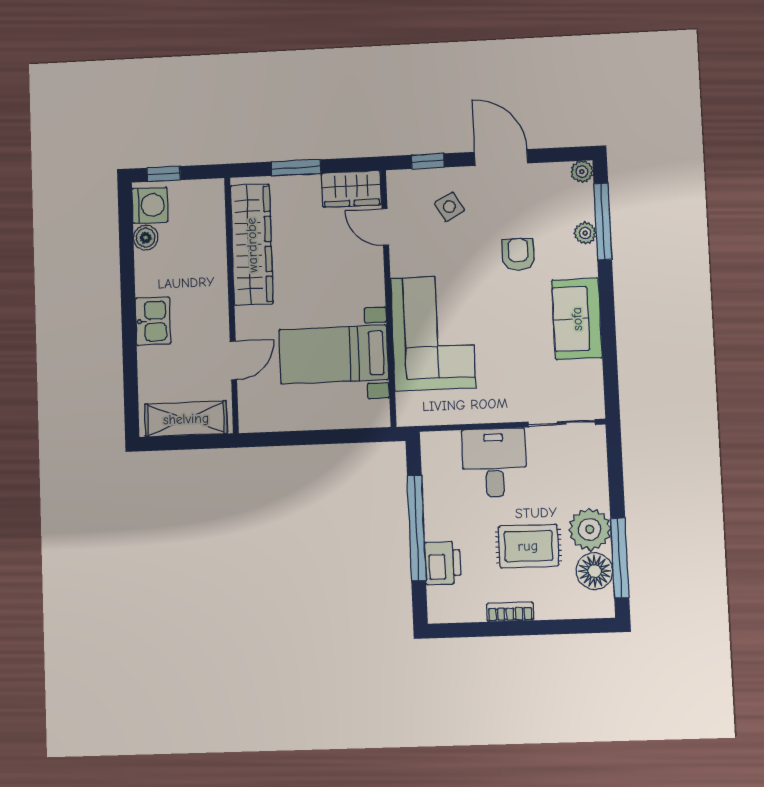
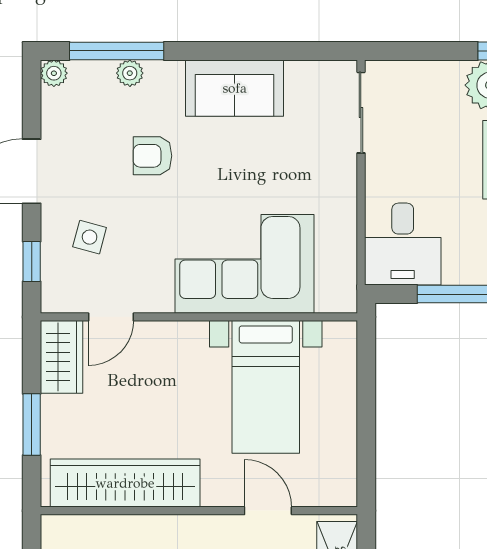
side table: (449, 207) -> (90, 237), turned 45
desk: (494, 463) -> (403, 244), moved, turned -90

